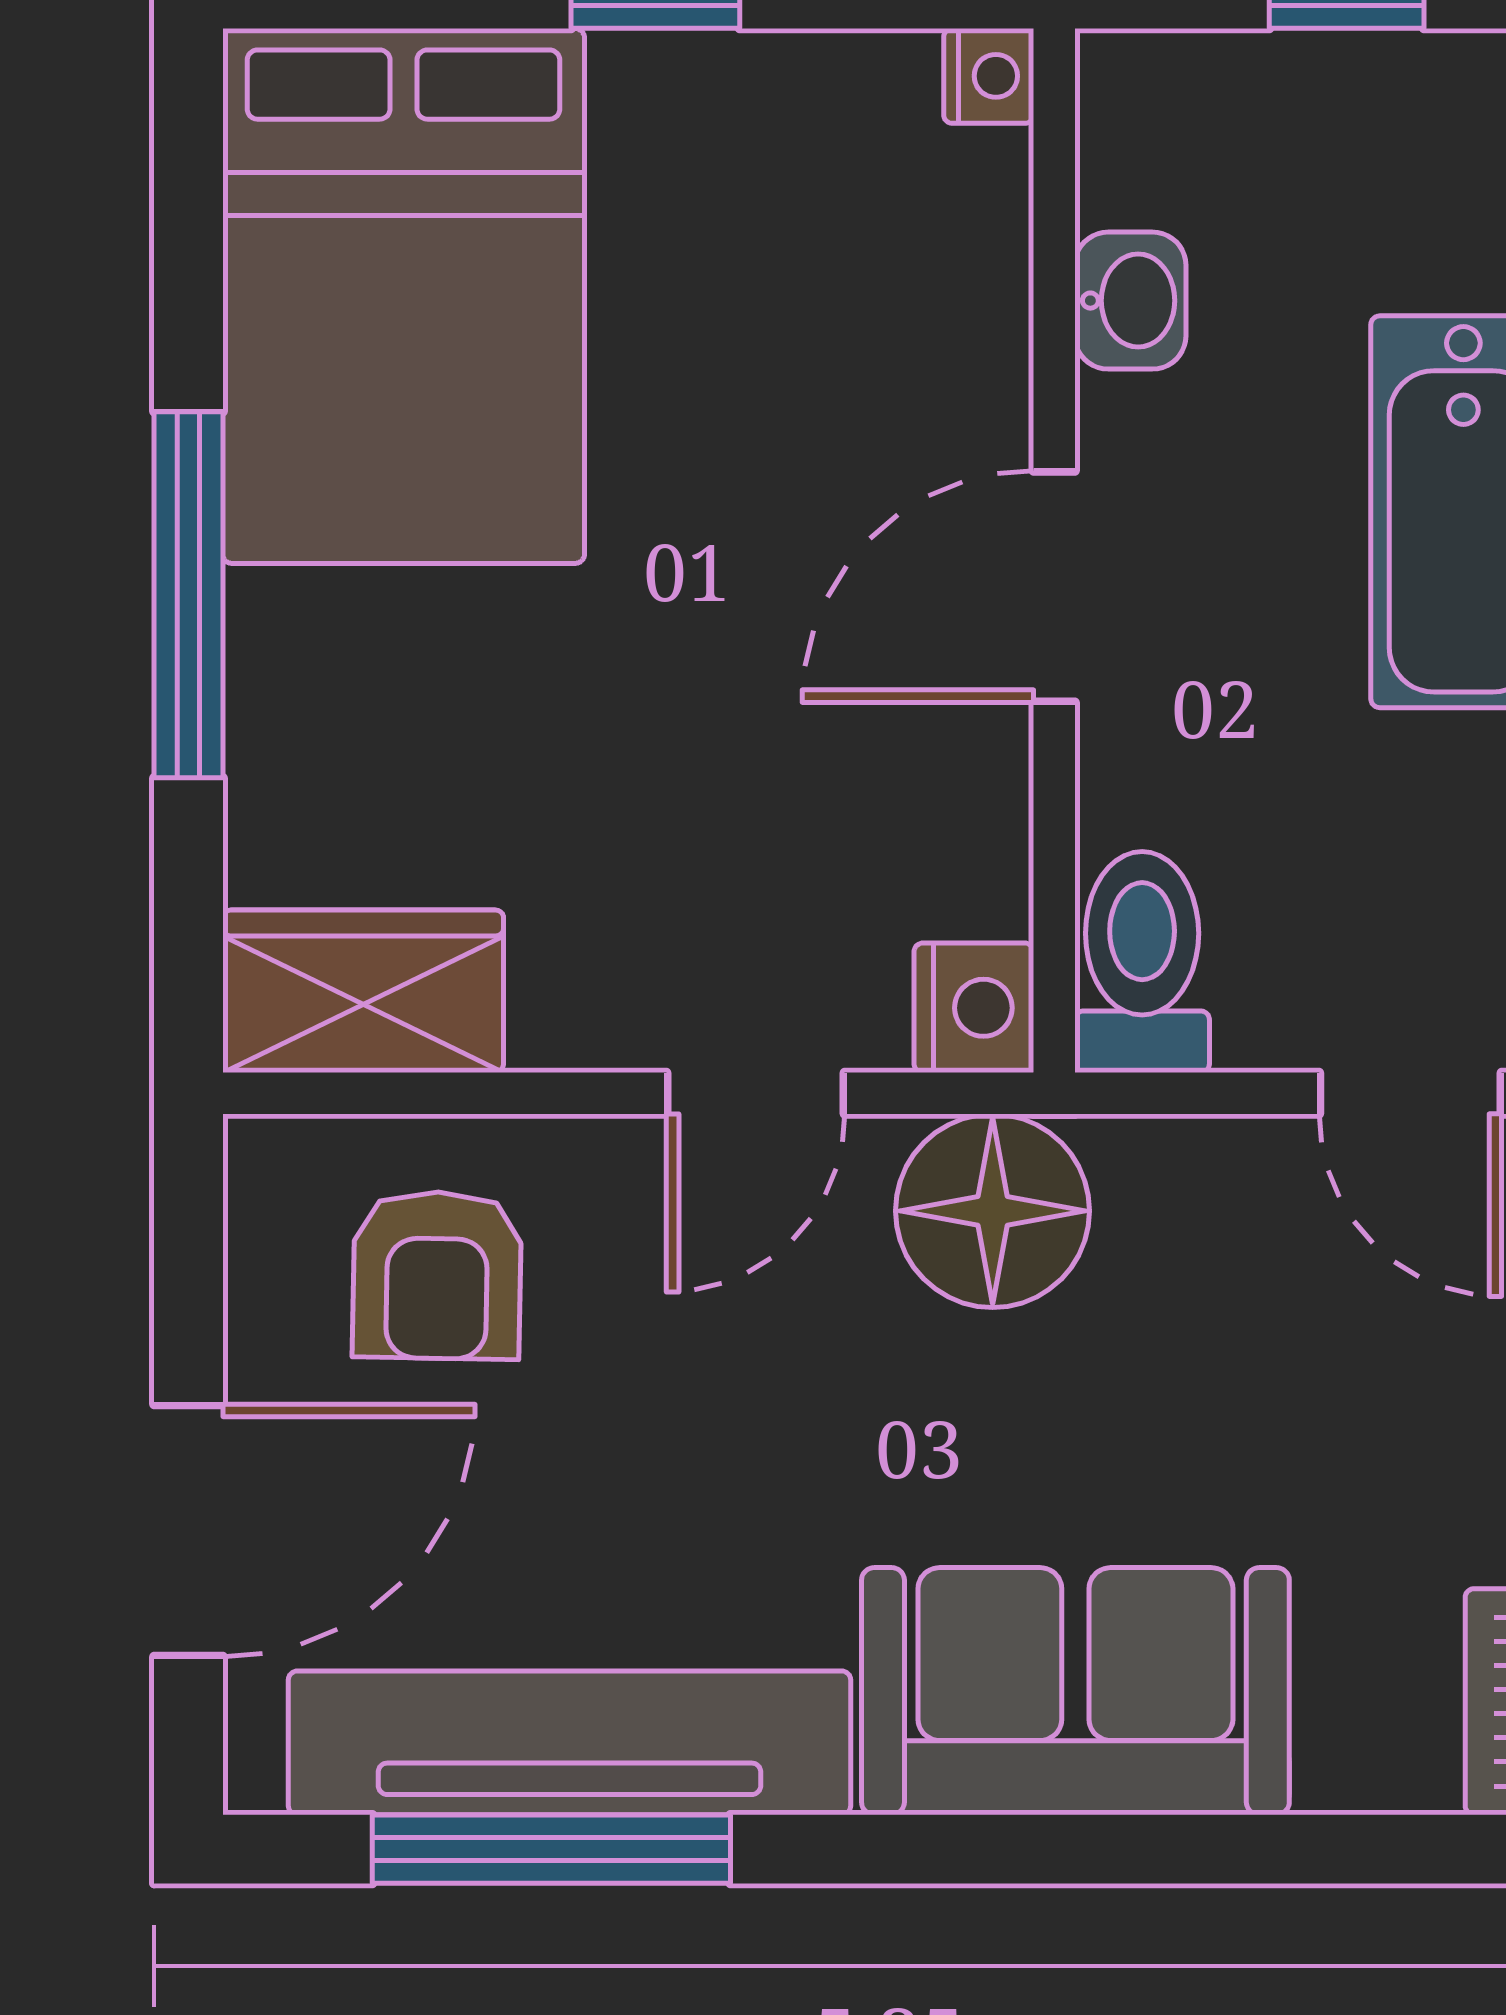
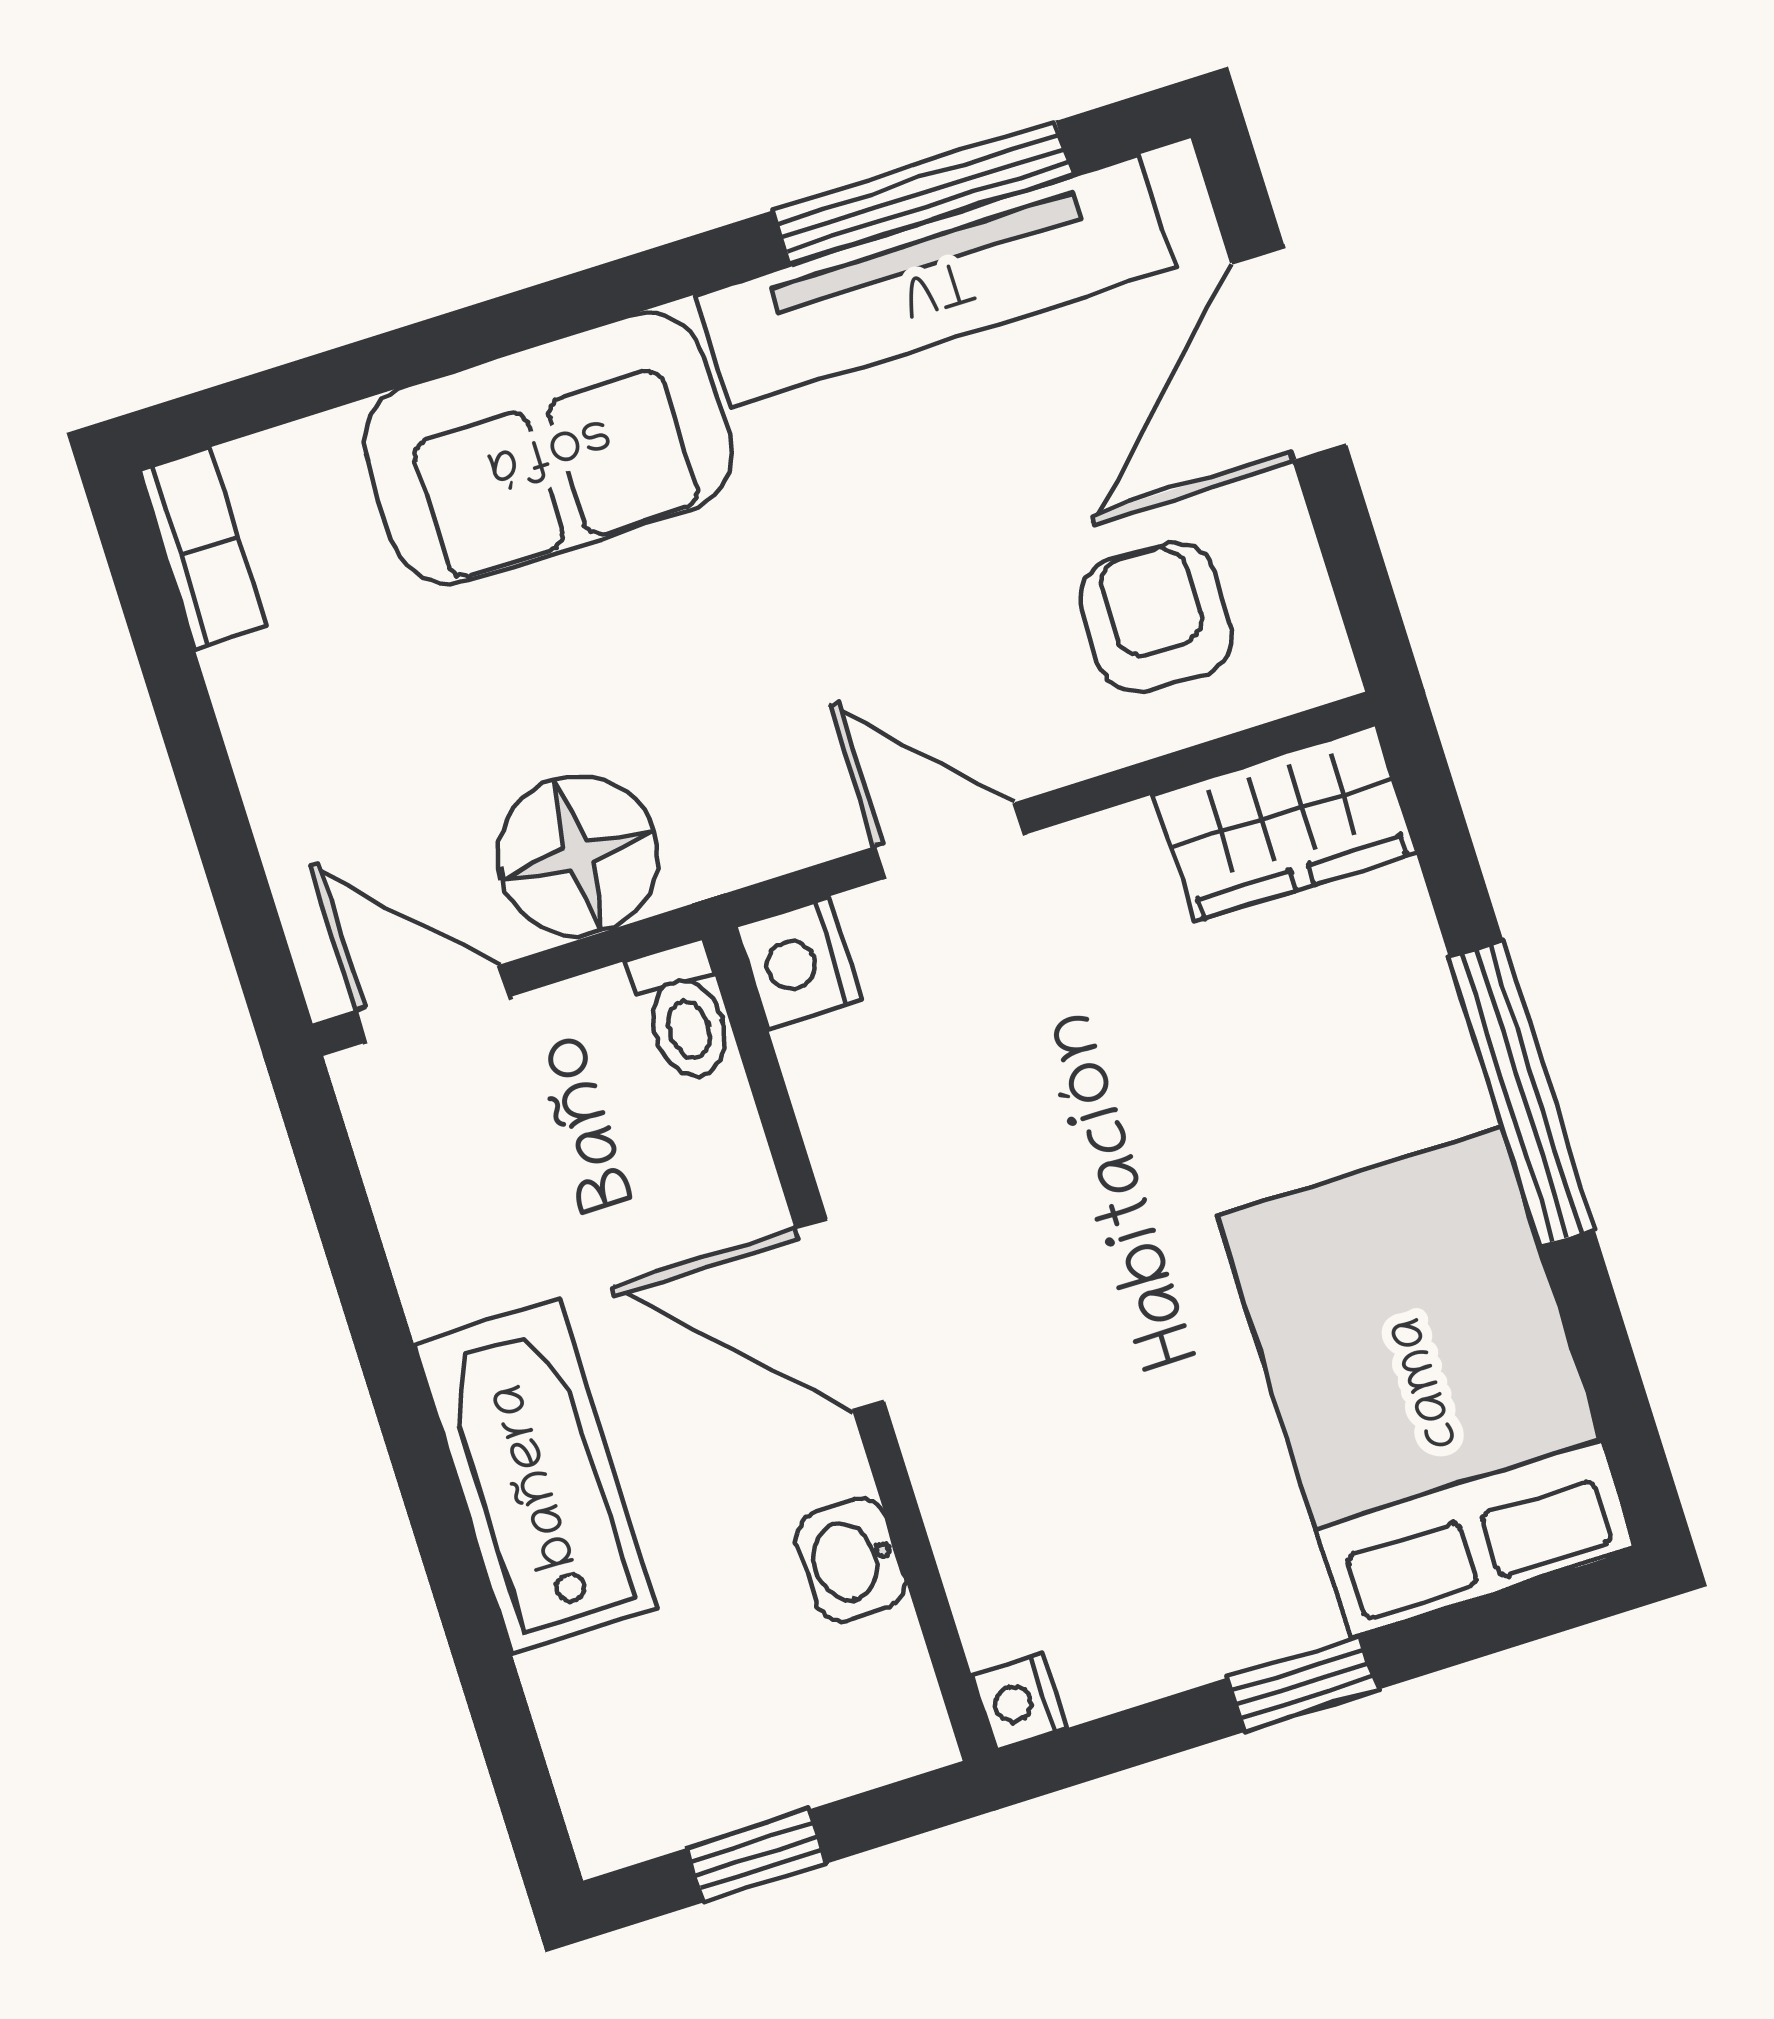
door: (1054, 587) -> (840, 1315), swing flipped
toilet: (1142, 962) -> (684, 1012), width x0.73, depth x0.72
door: (756, 1093) -> (950, 840), hinge flipped
floor lamp: (993, 1211) -> (578, 856), moved

